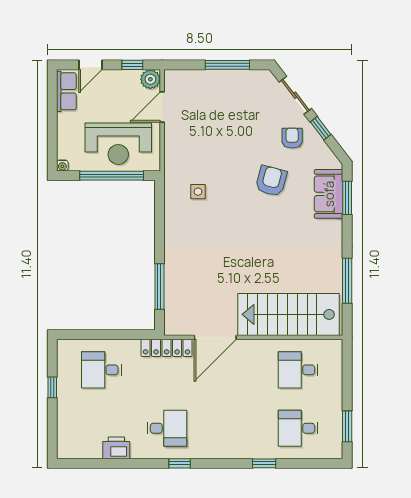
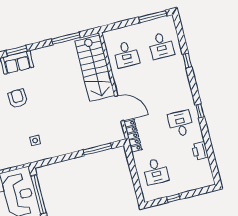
armchair: (271, 181) -> (18, 99), turned 71
window: (347, 426) -> (153, 17), width x1.44

